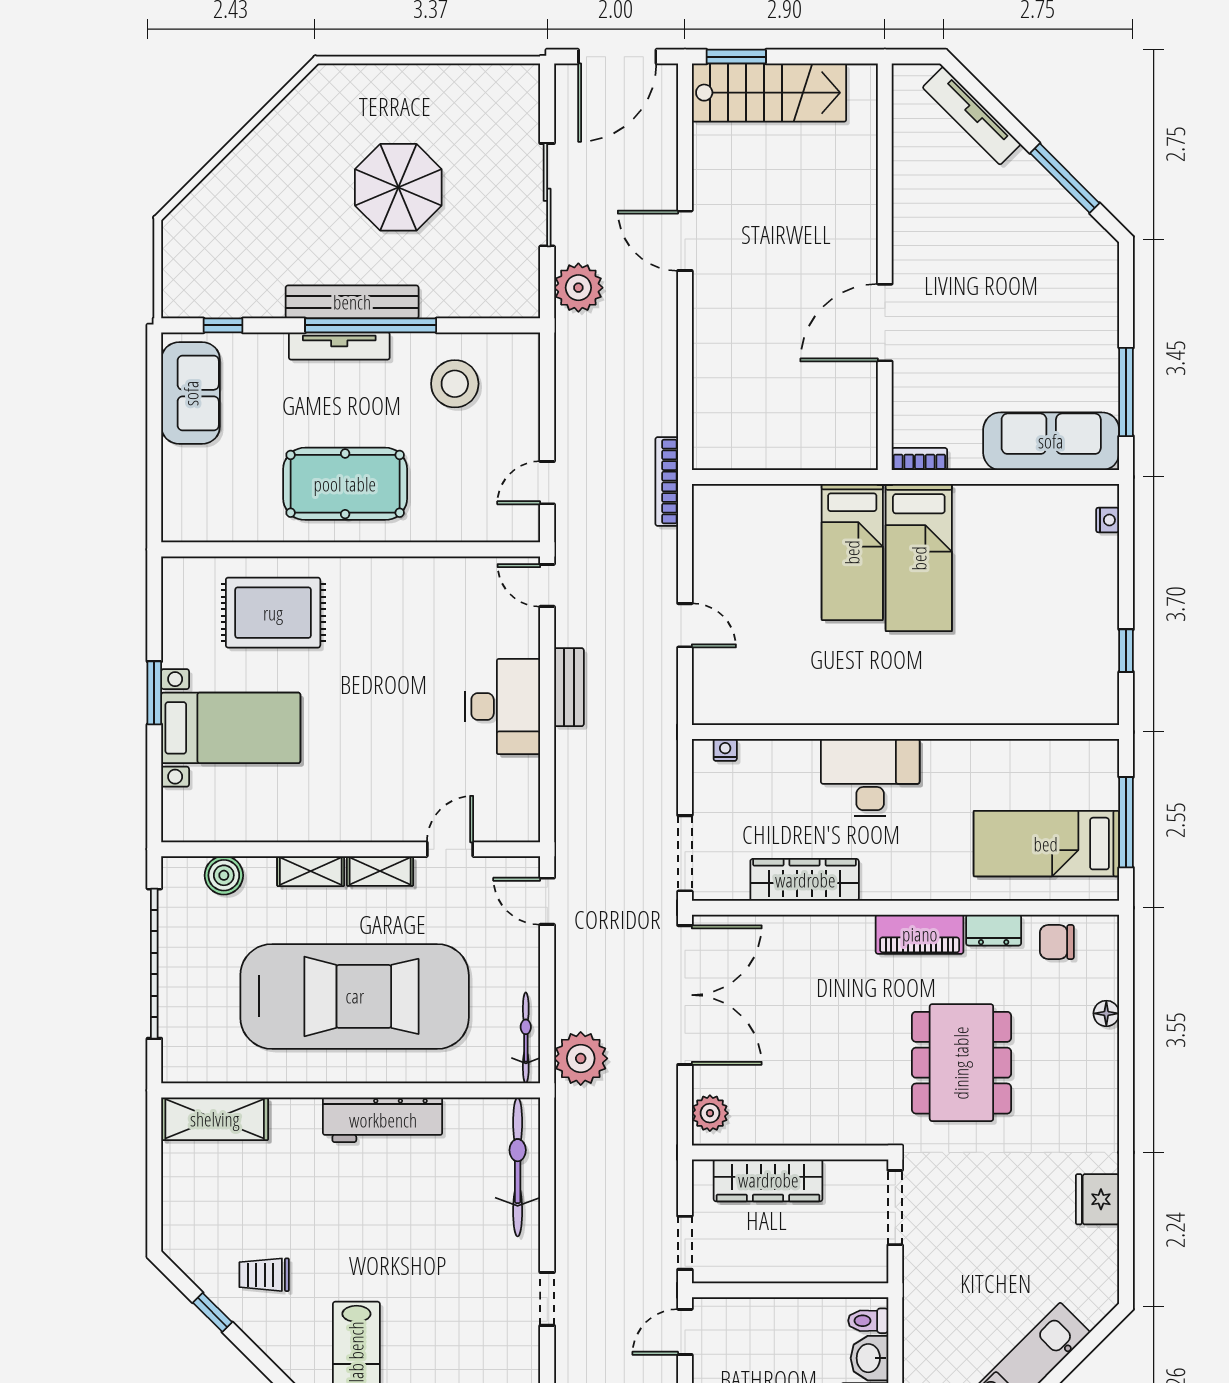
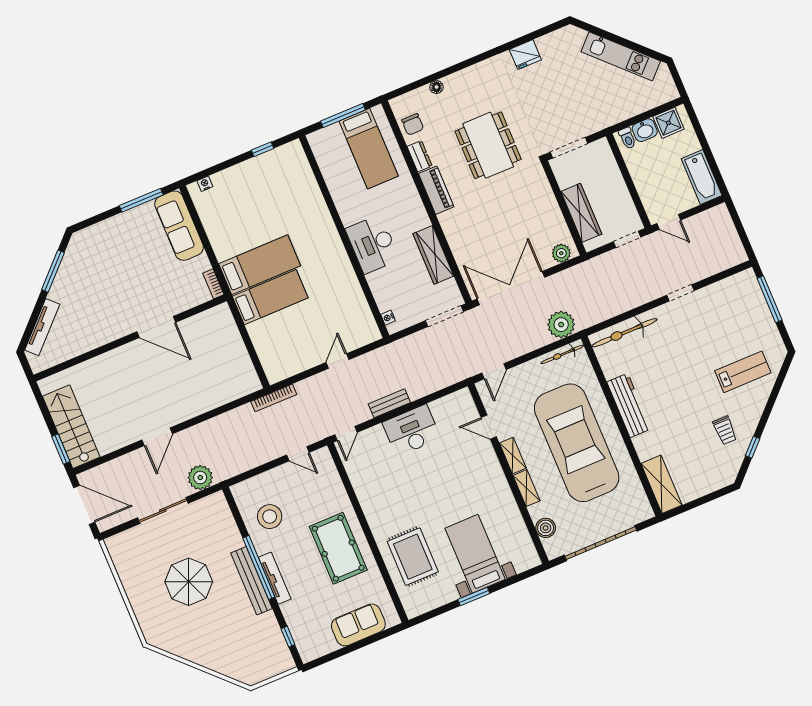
sofa: (191, 393) -> (358, 625), moved
dining table: (961, 1063) -> (488, 145), turned 90

